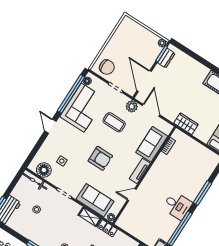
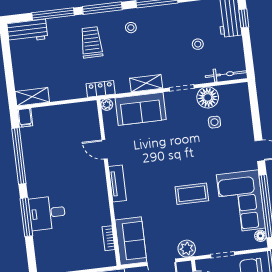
coffee table: (114, 122) -> (192, 194), moved
sofa: (152, 144) -> (131, 241), moved
armchair: (100, 158) -> (174, 161), removed
floor lamp: (44, 170) -> (208, 97), moved
door: (132, 195) -> (105, 149), swing flipped
desk: (177, 206) -> (47, 213), moved
shelving: (90, 217) -> (146, 83), moved

